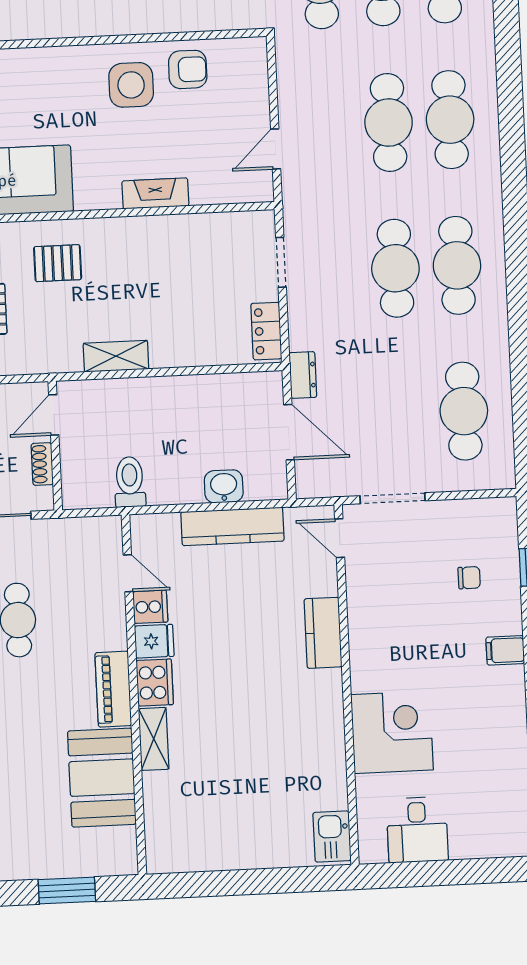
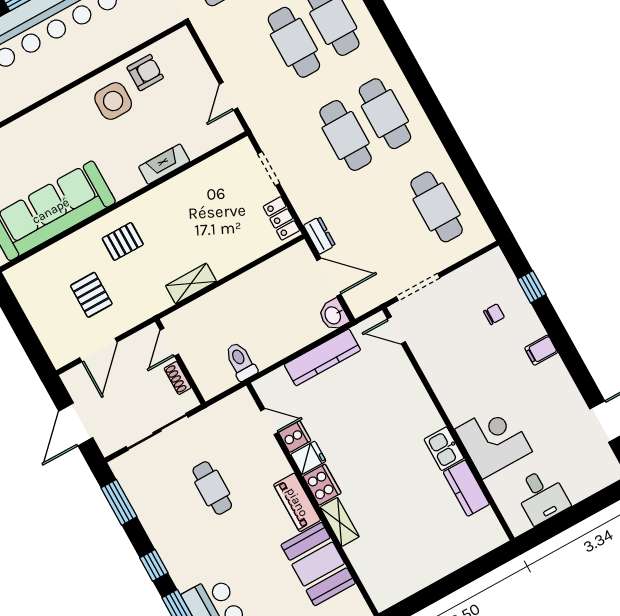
washbasin: (224, 486) -> (333, 315), moved, turned -90
kitchen counter: (323, 633) -> (466, 488), moved
kitchen sink: (332, 836) -> (444, 449), moved

